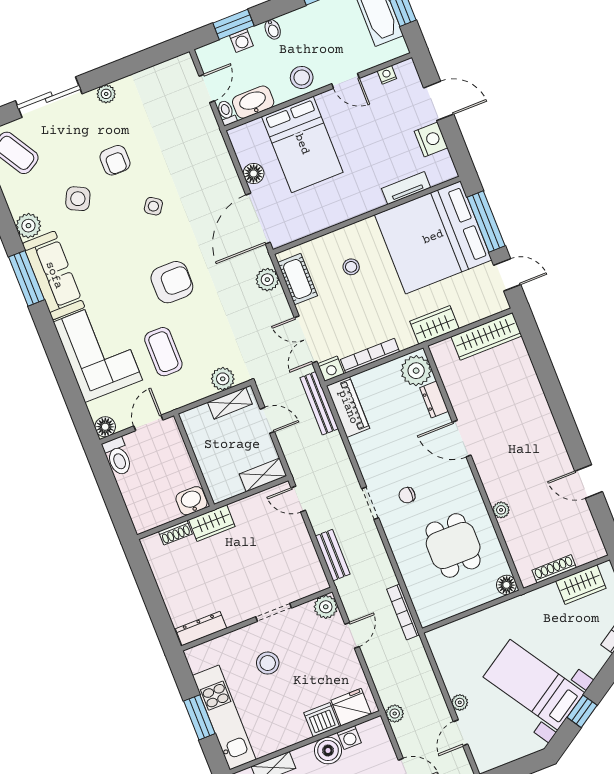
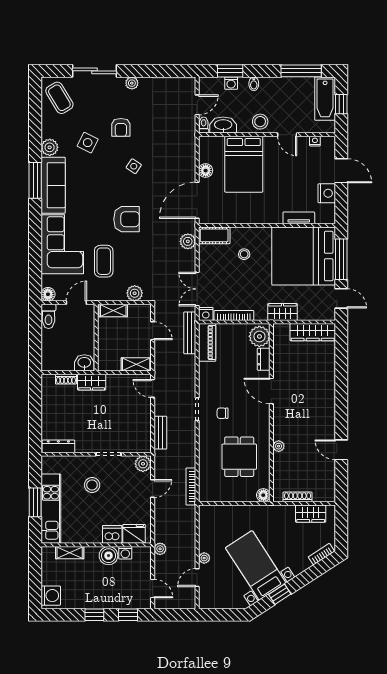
cot: (298, 279) -> (214, 235), moved, turned 90
shelving: (230, 403) -> (113, 310), moved

